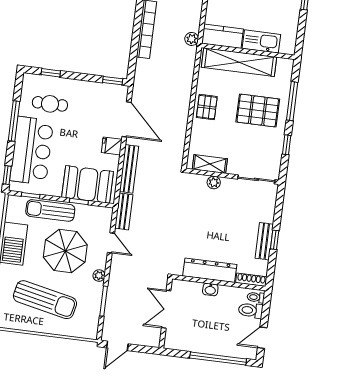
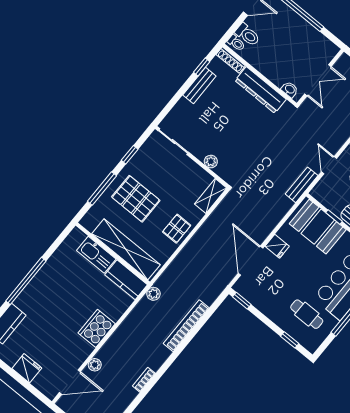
shelving: (210, 164) -> (211, 196), moved, turned 90
bench: (129, 169) -> (275, 218), removed
window: (275, 240) -> (202, 67), moved
washbasin: (210, 290) -> (290, 89), moved

